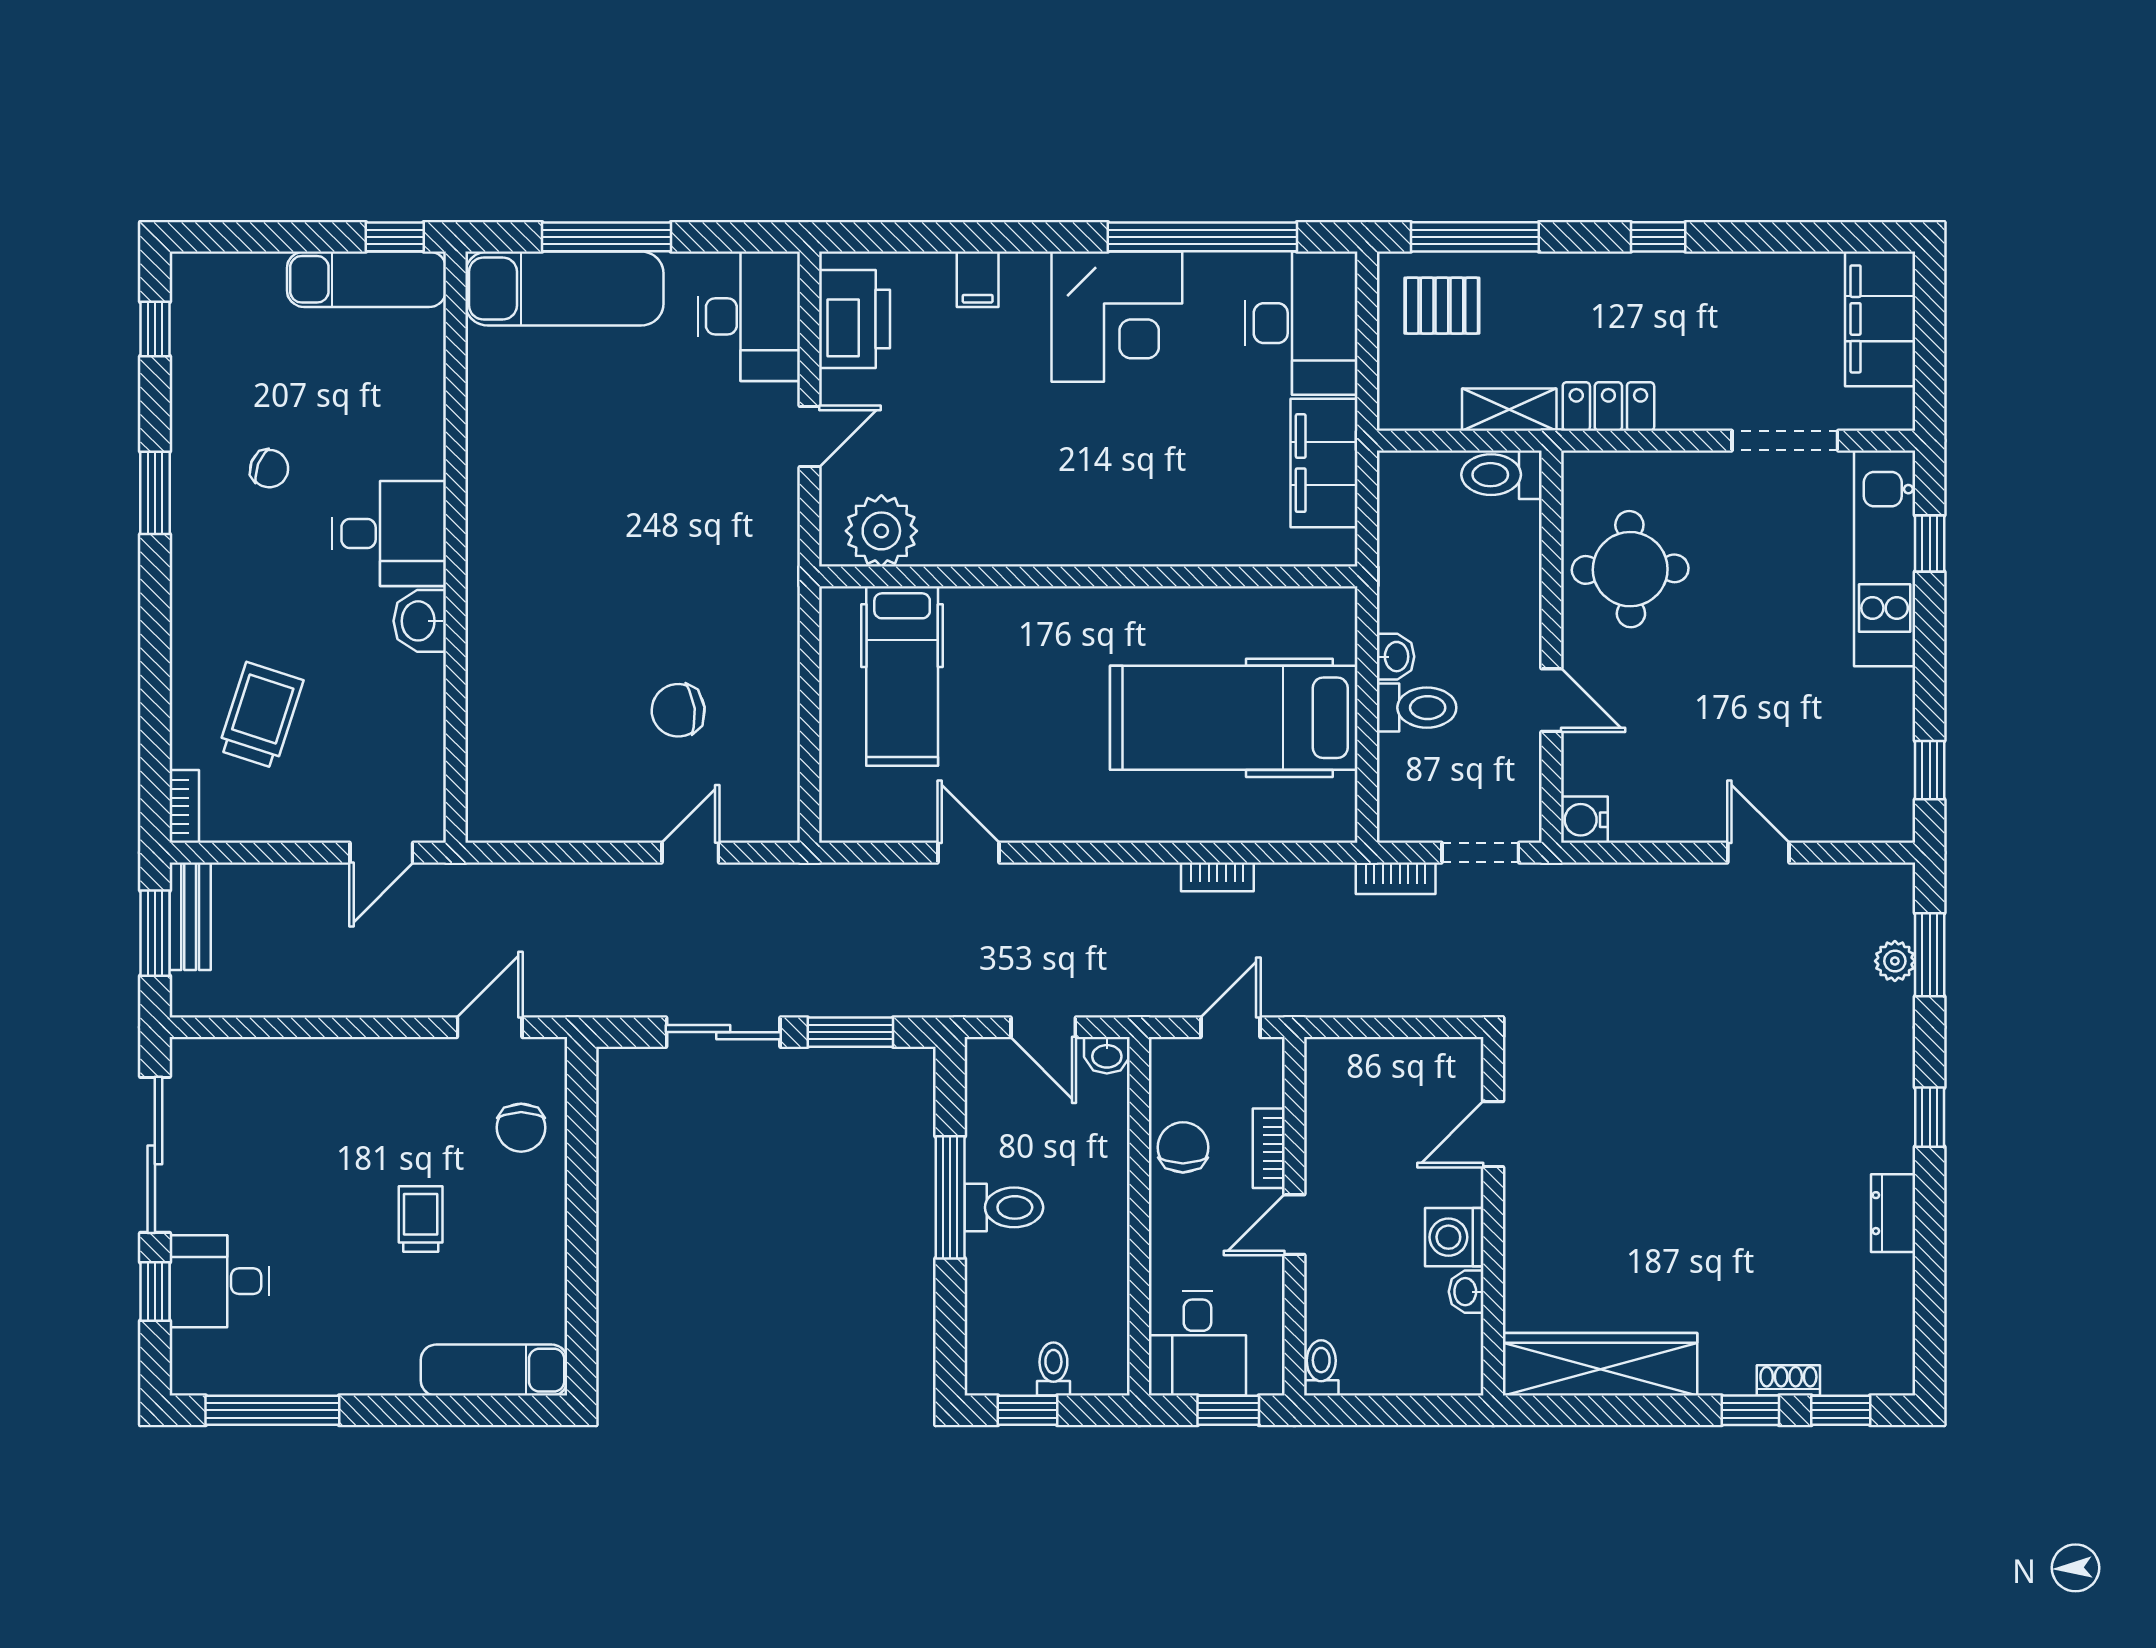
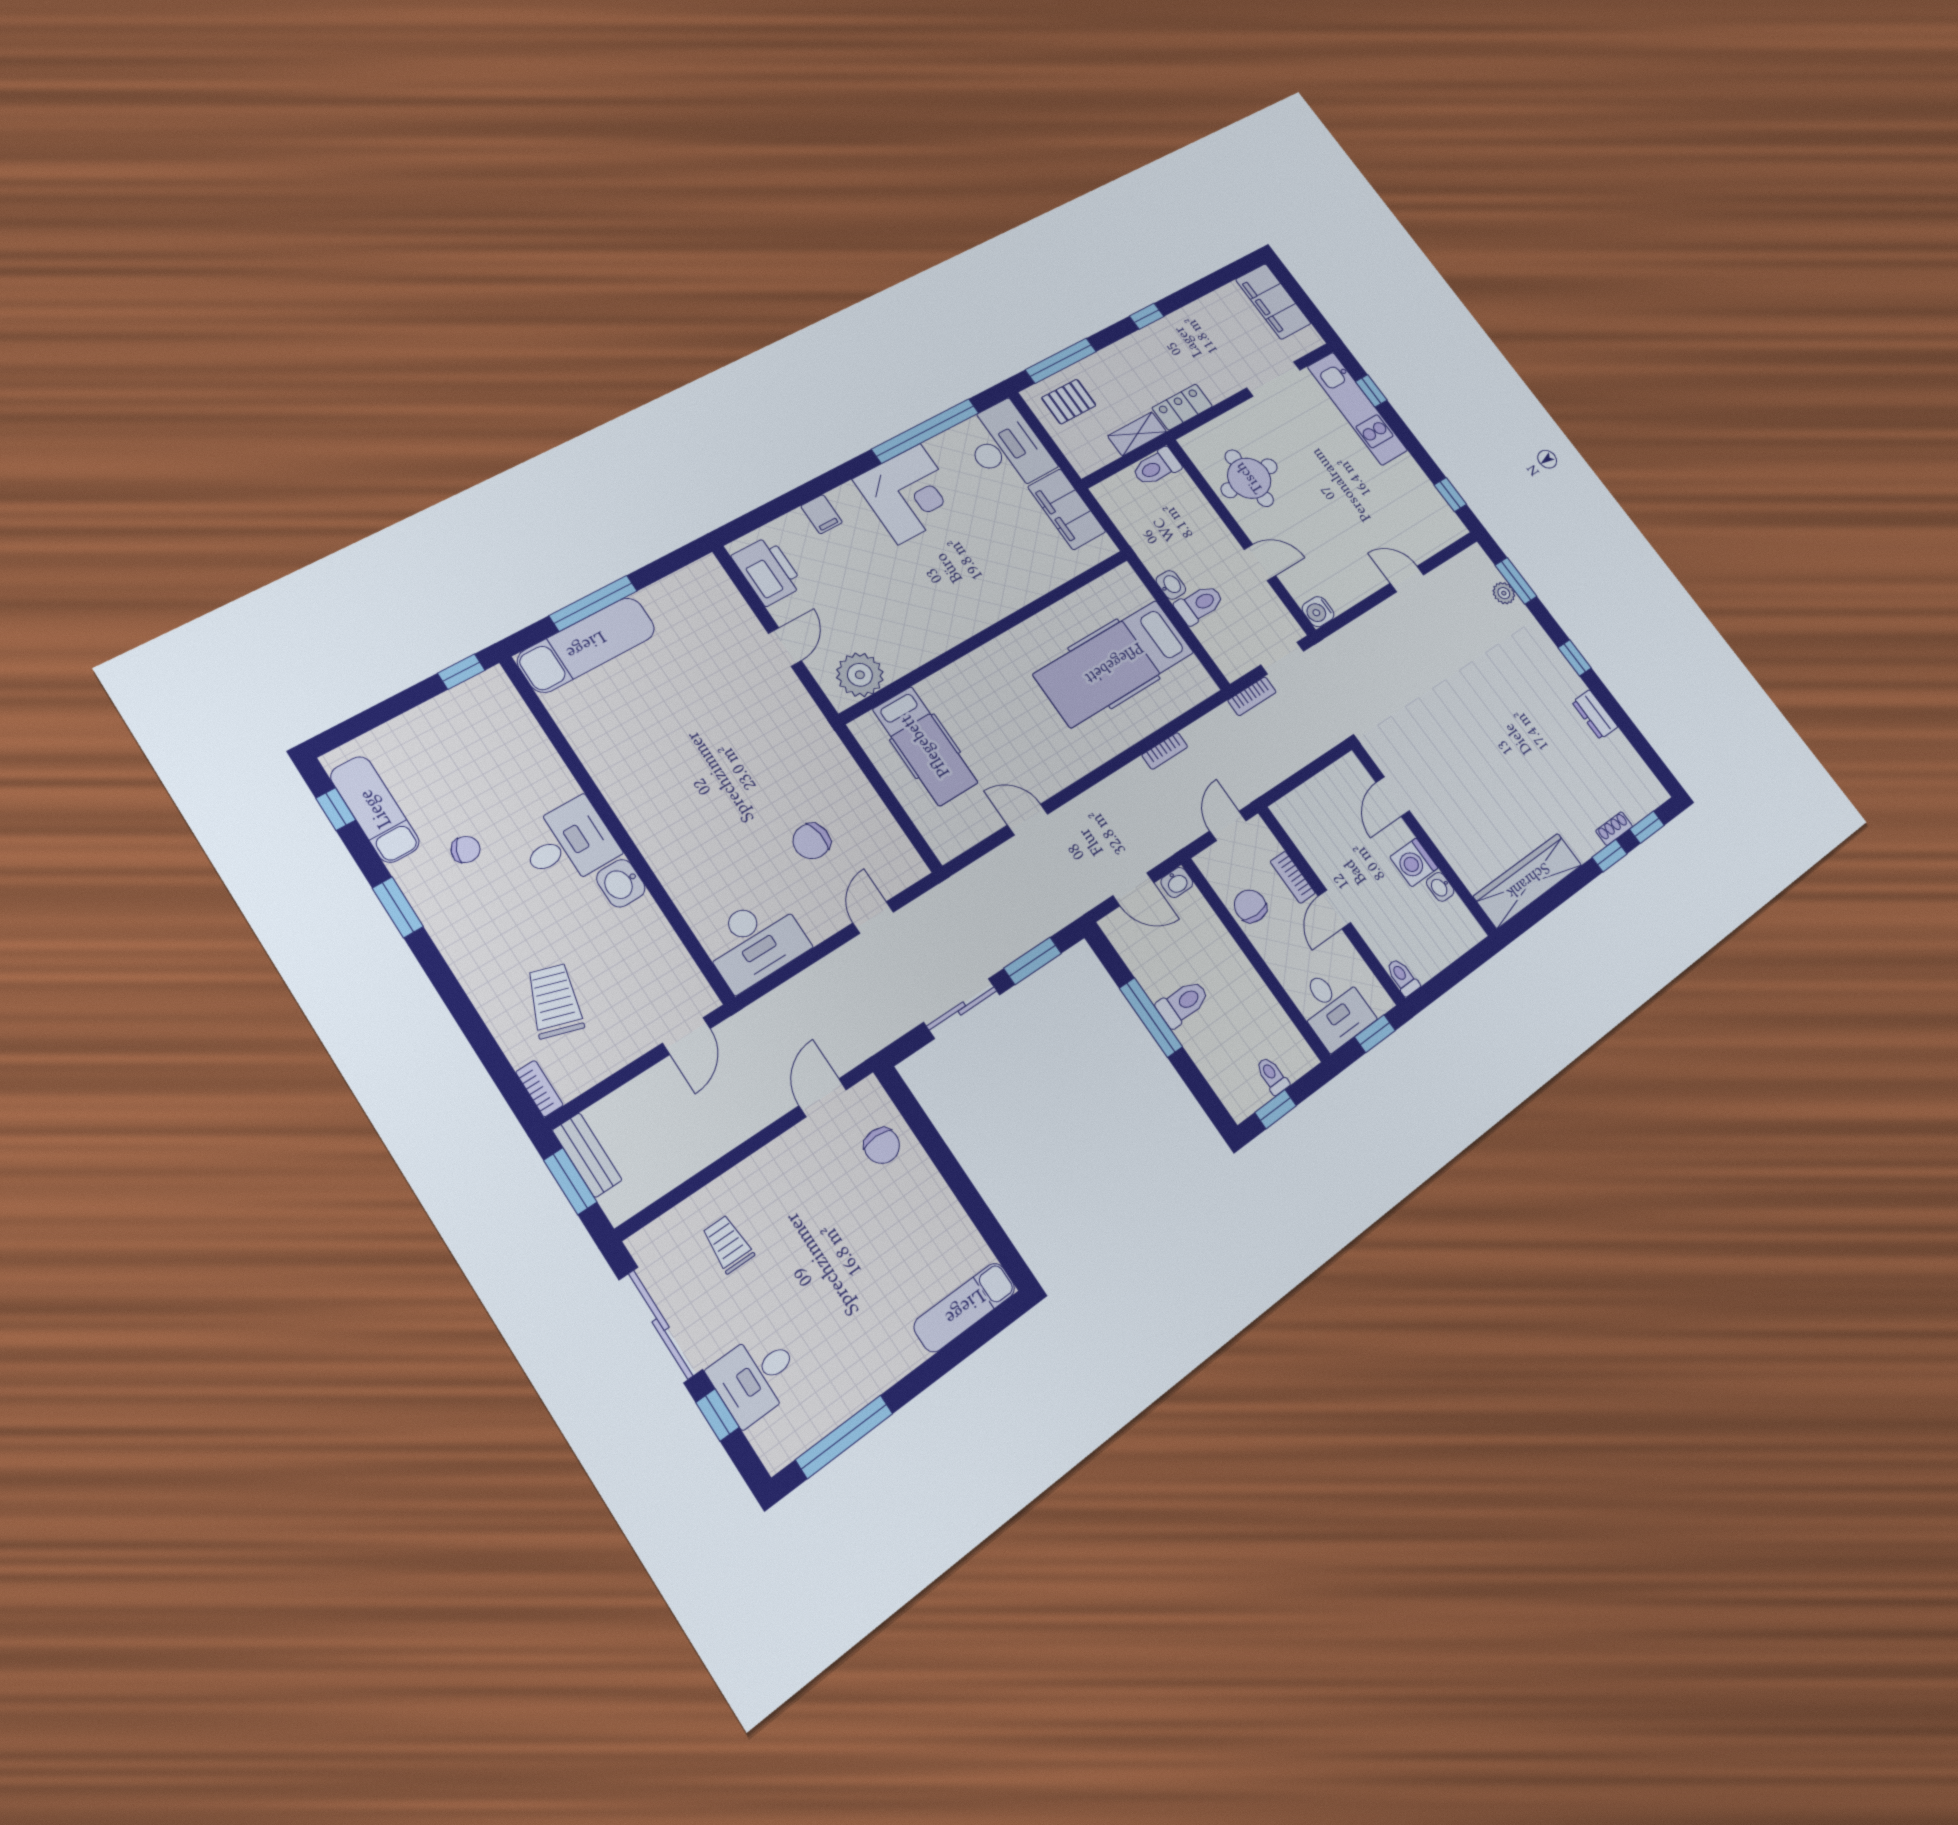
exam couch: (367, 279) -> (375, 809), moved, turned -90
desk: (749, 316) -> (755, 942), moved, turned 90
trolley: (421, 1219) -> (728, 1244), moved

